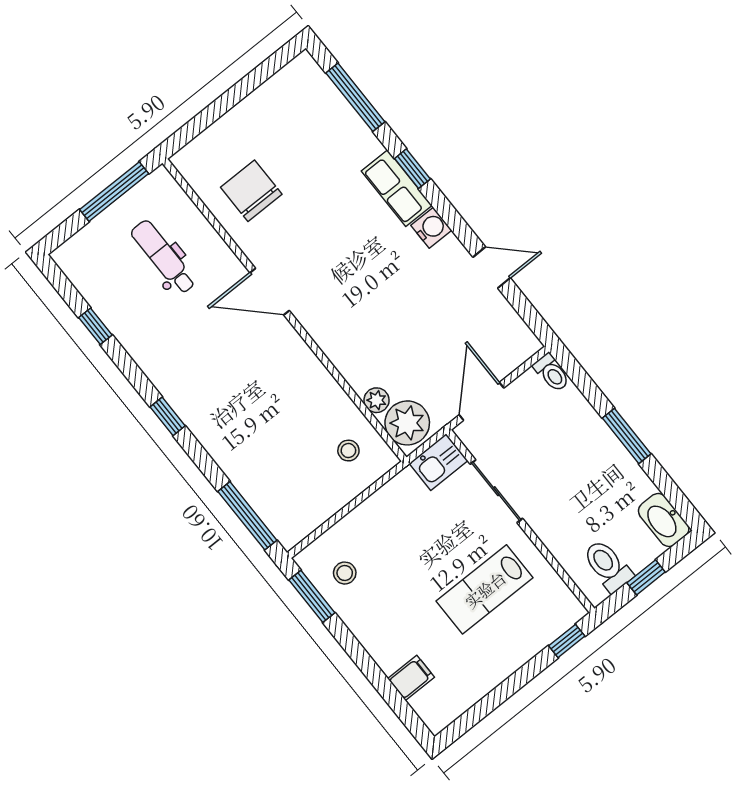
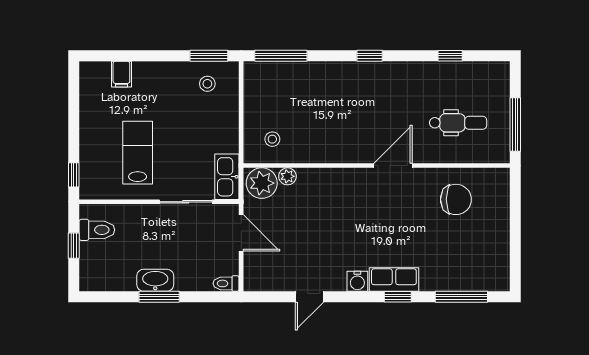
kitchen sink: (438, 462) -> (227, 177), width x1.38
washbasin: (664, 520) -> (155, 280), moved

